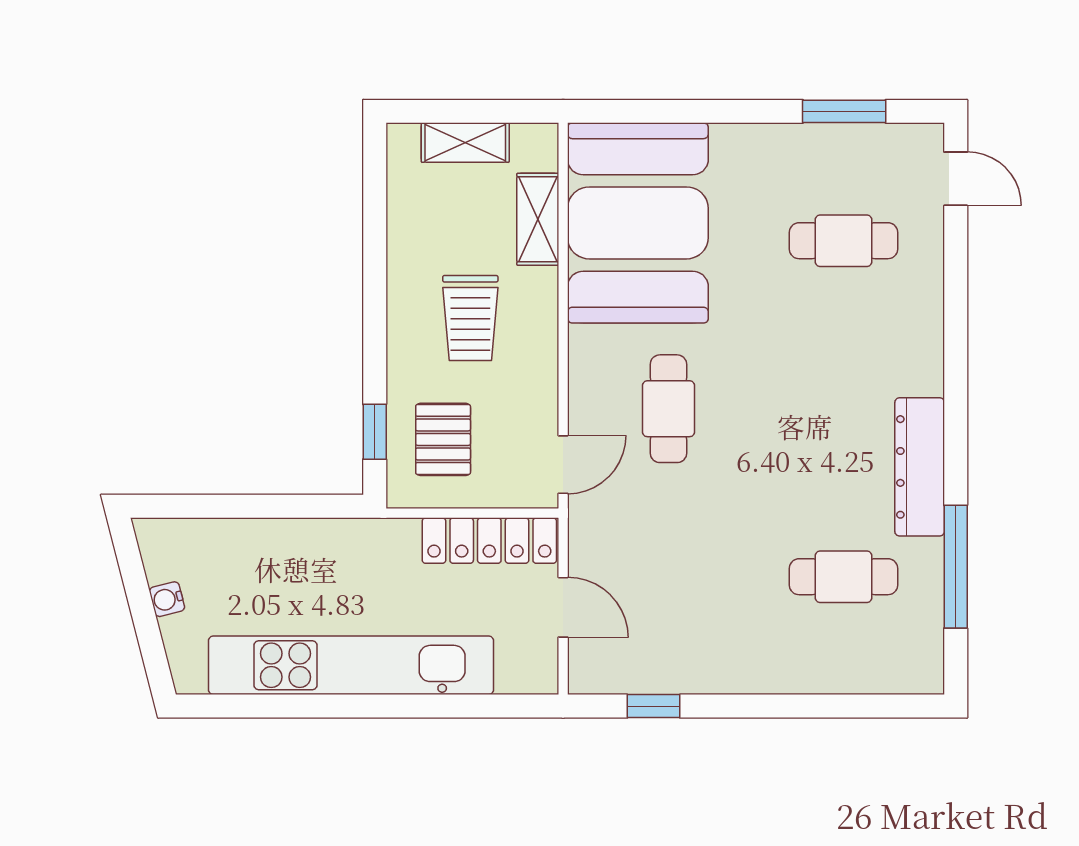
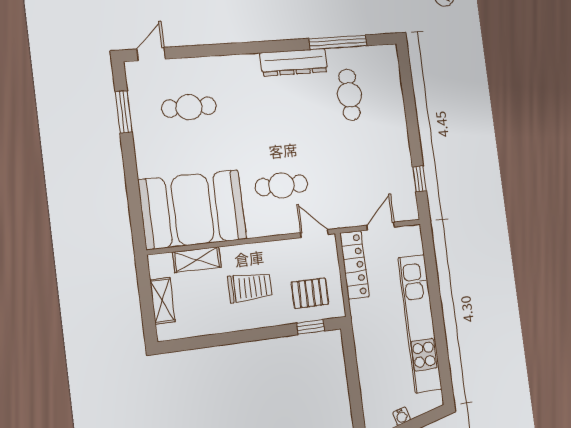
cafe table: (843, 241) -> (189, 107), turned 90

